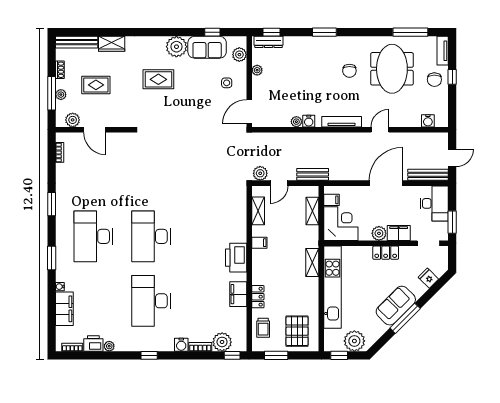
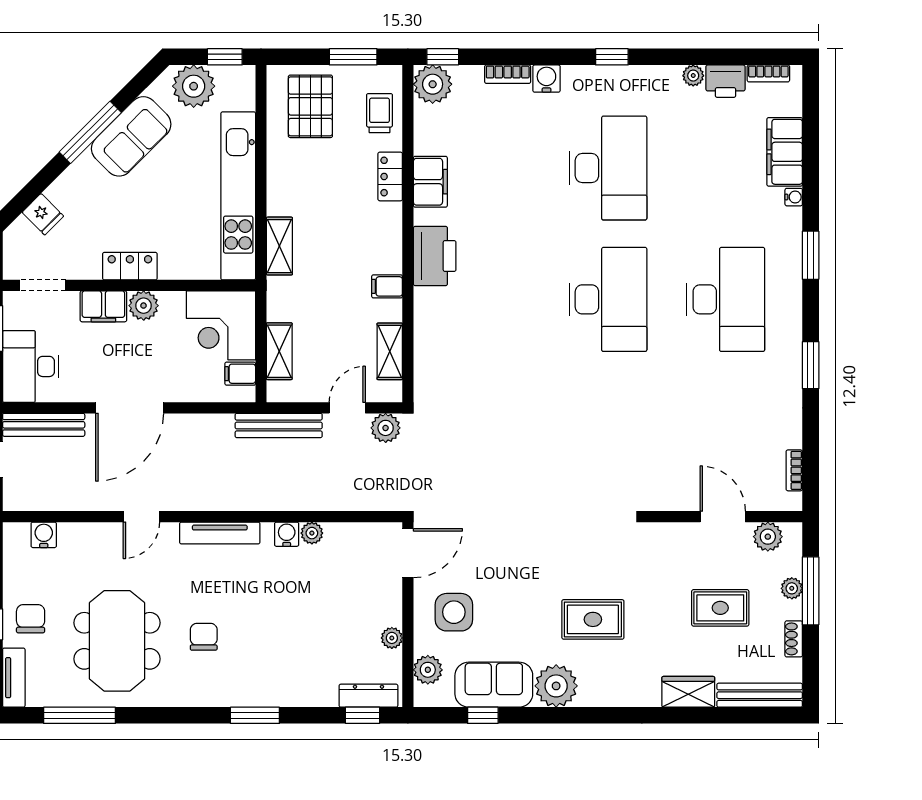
side table: (227, 83) -> (454, 612), width x1.87, depth x1.87
bench: (313, 174) -> (279, 425), width x1.36
sofa: (396, 306) -> (131, 136), moved
plant: (222, 342) -> (433, 84), moved

